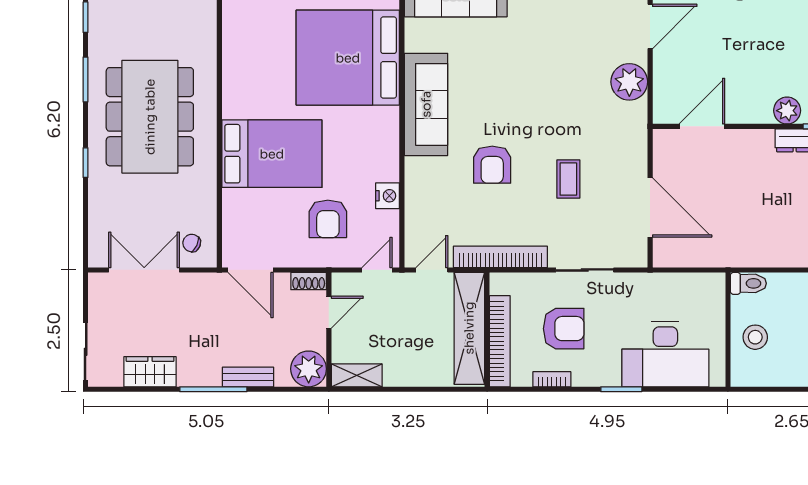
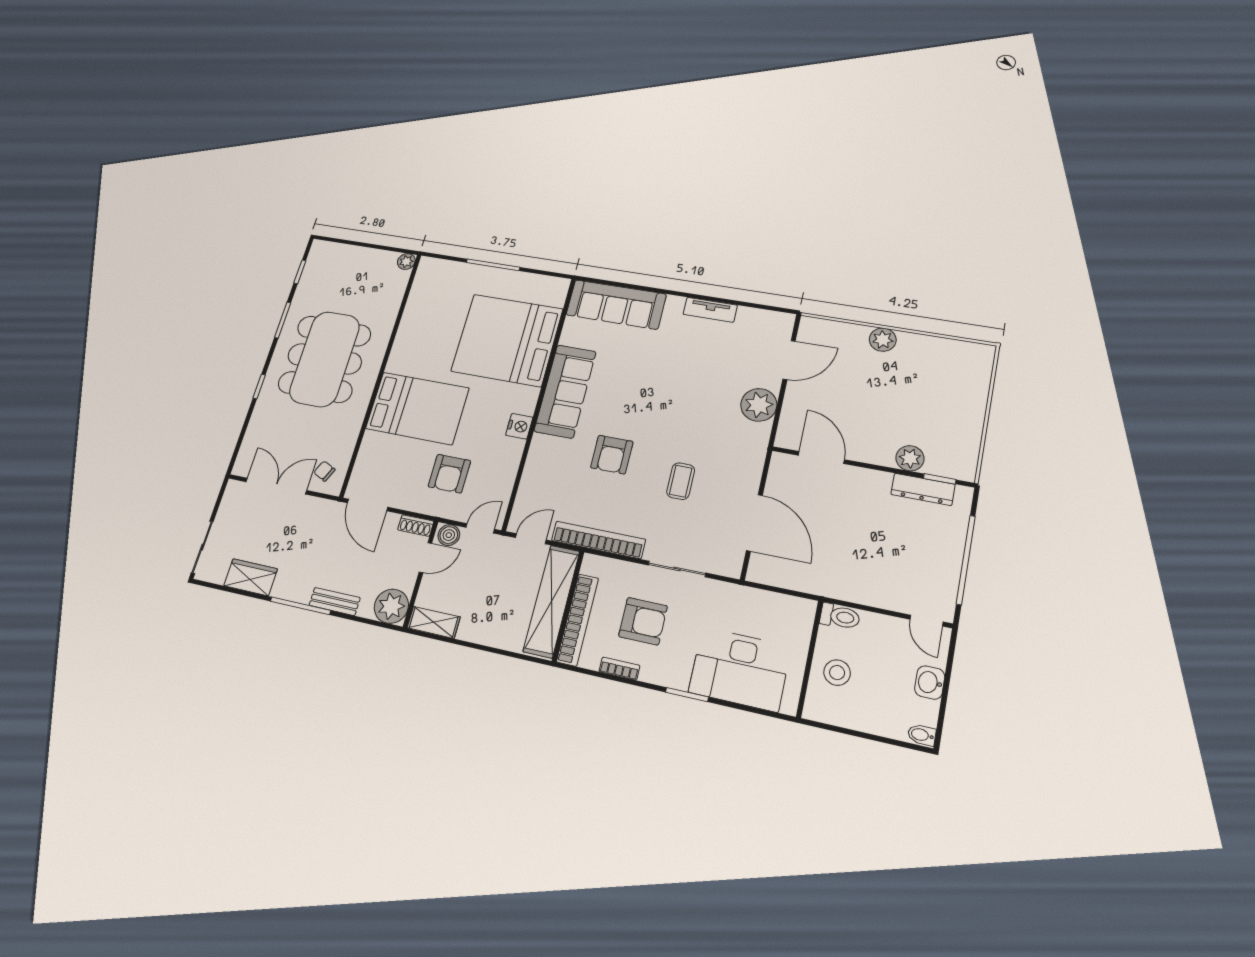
door: (702, 126) -> (821, 457), hinge flipped
nightstand: (388, 196) -> (519, 426), moved
boiler: (346, 284) -> (449, 535), added

